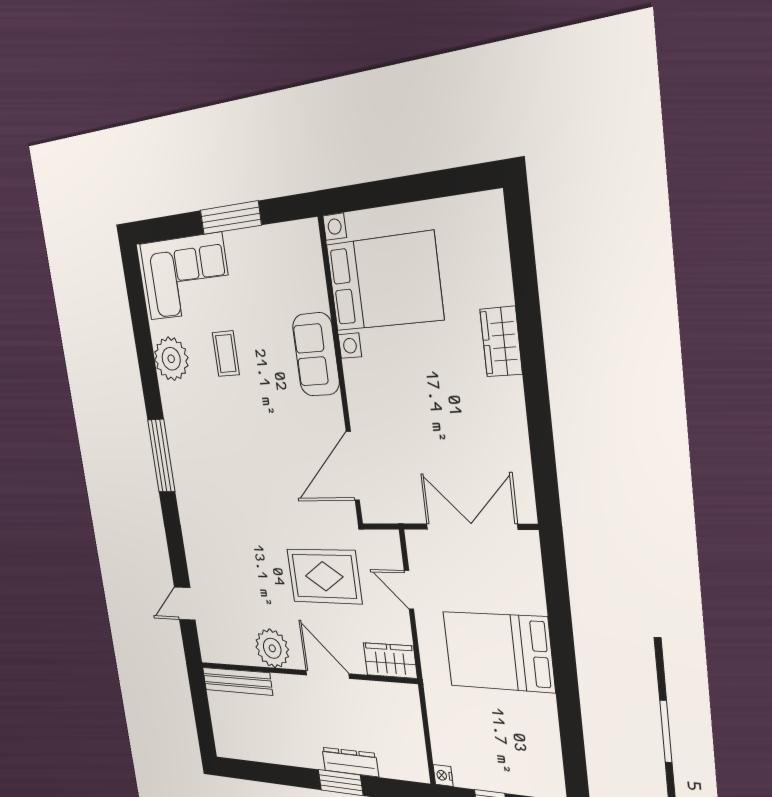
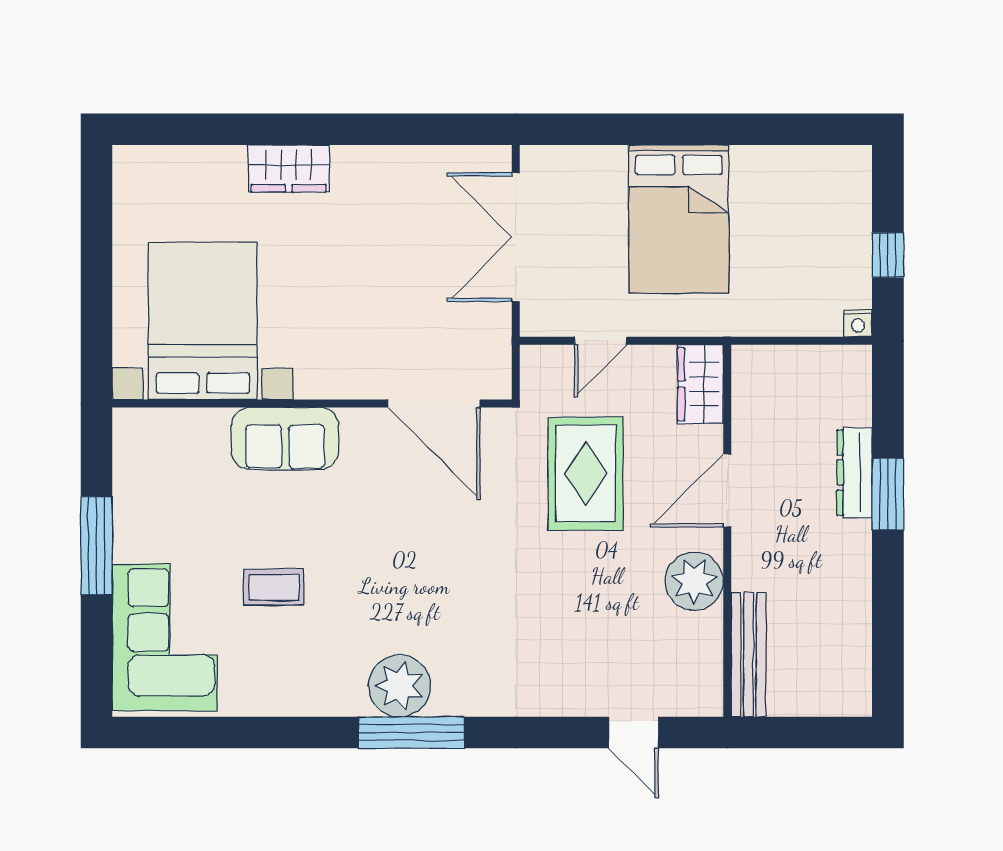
plant: (171, 359) -> (400, 686), moved

